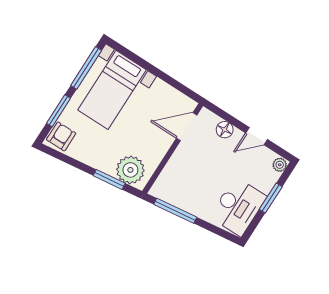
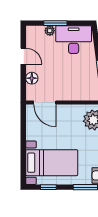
window: (86, 68) -> (48, 187), width x0.46
plant: (280, 165) -> (50, 31), moved

